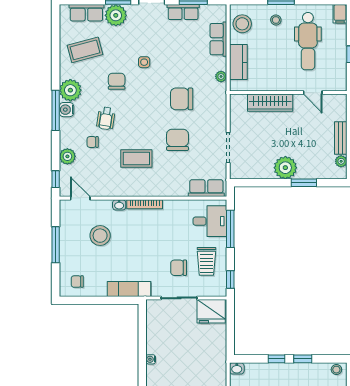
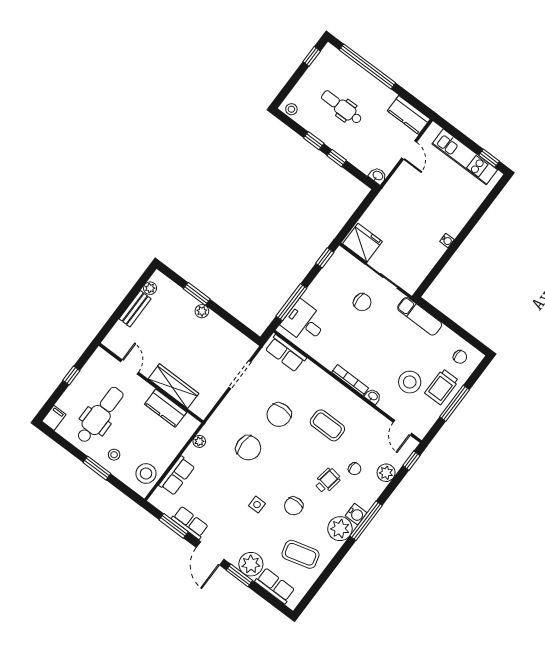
kitchen counter: (238, 62) -> (166, 408), moved, turned -90
plant: (285, 168) -> (202, 311), width x0.53, depth x0.53
trolley: (206, 261) -> (442, 387), moved, turned 180

